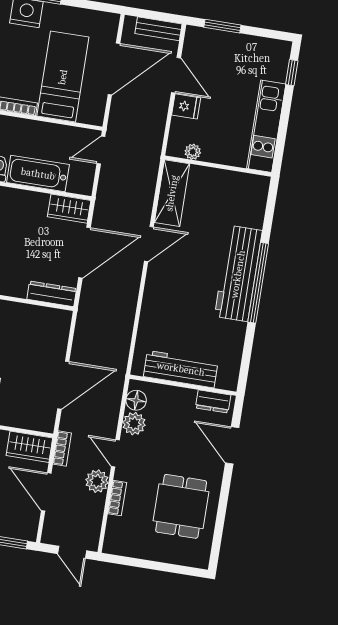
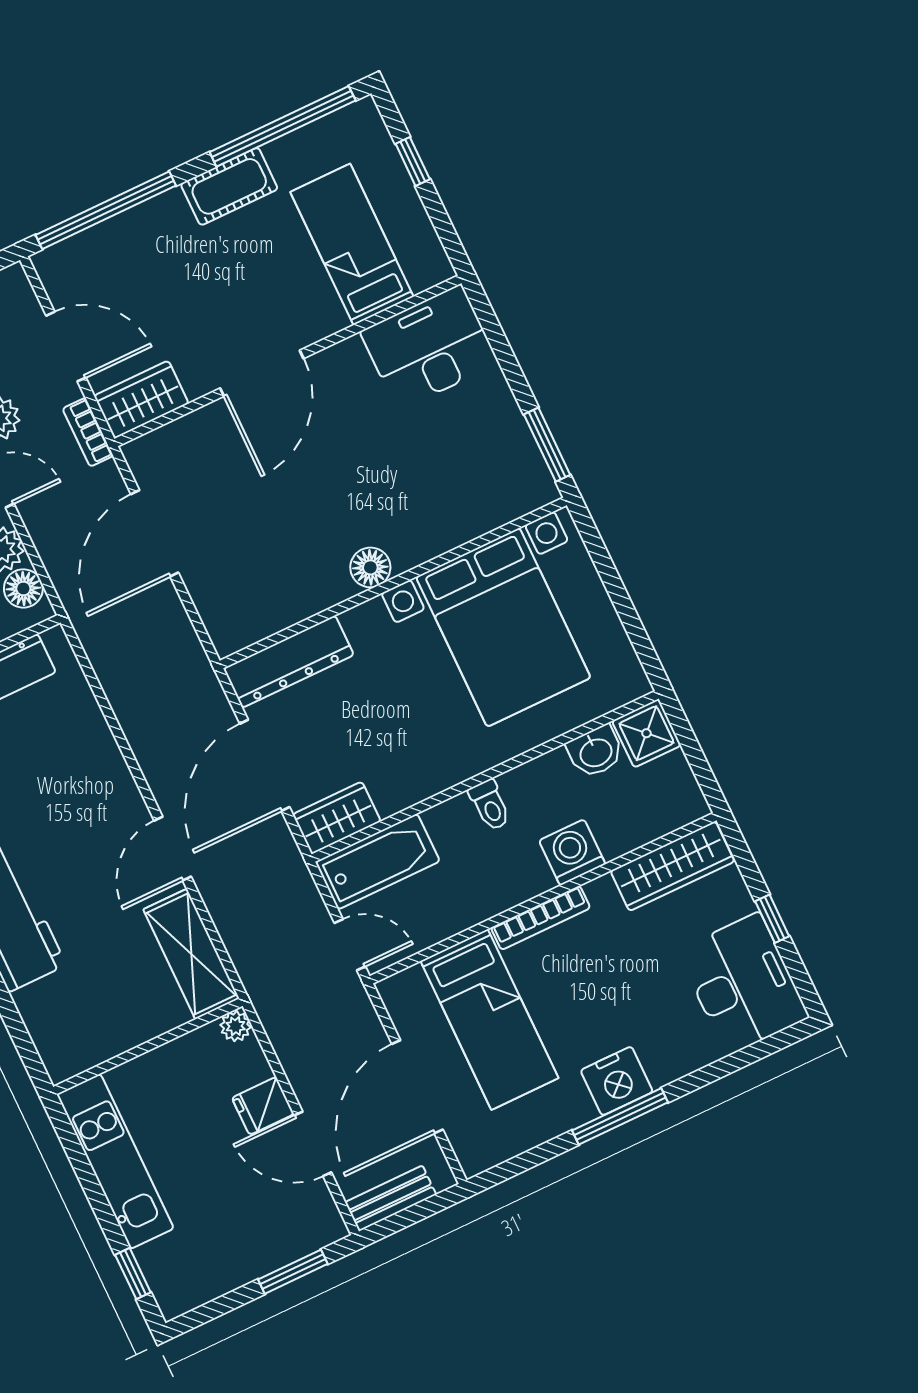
door: (101, 150) -> (350, 945), hinge flipped
plant: (193, 152) -> (236, 1026), moved
bathtub: (38, 174) -> (378, 862), moved
dresser: (52, 294) -> (289, 662), width x1.37, depth x1.24

